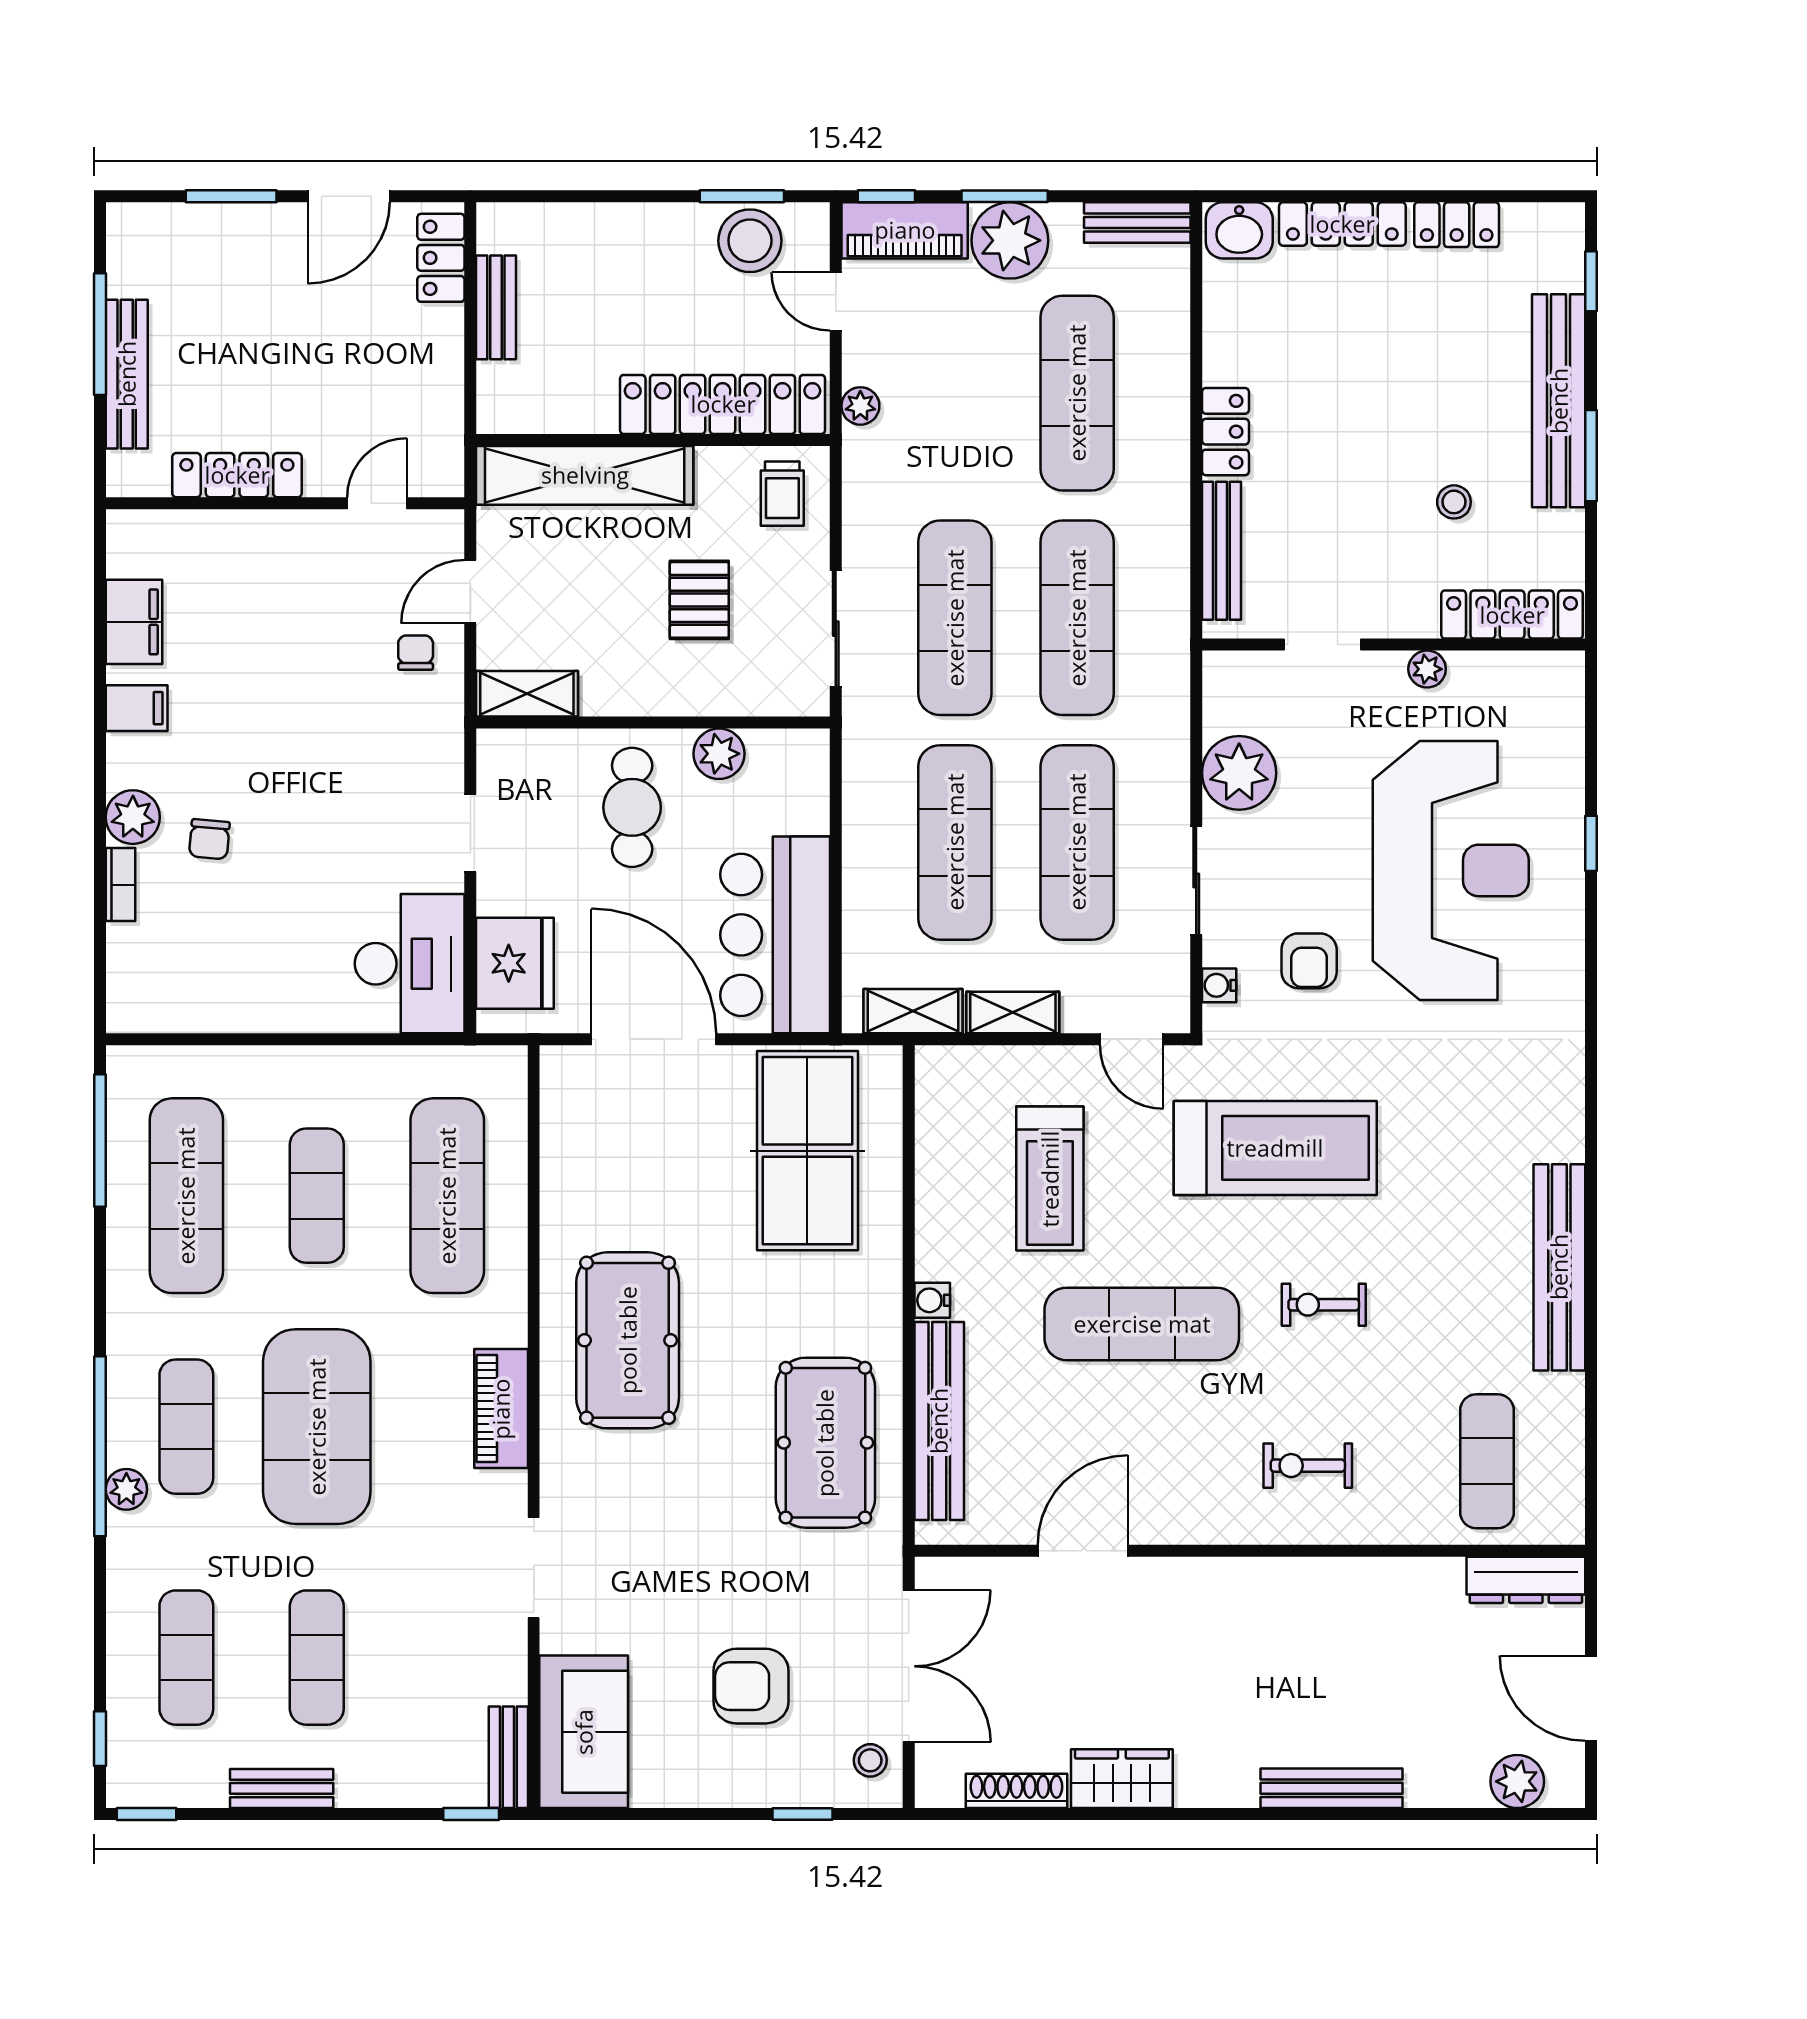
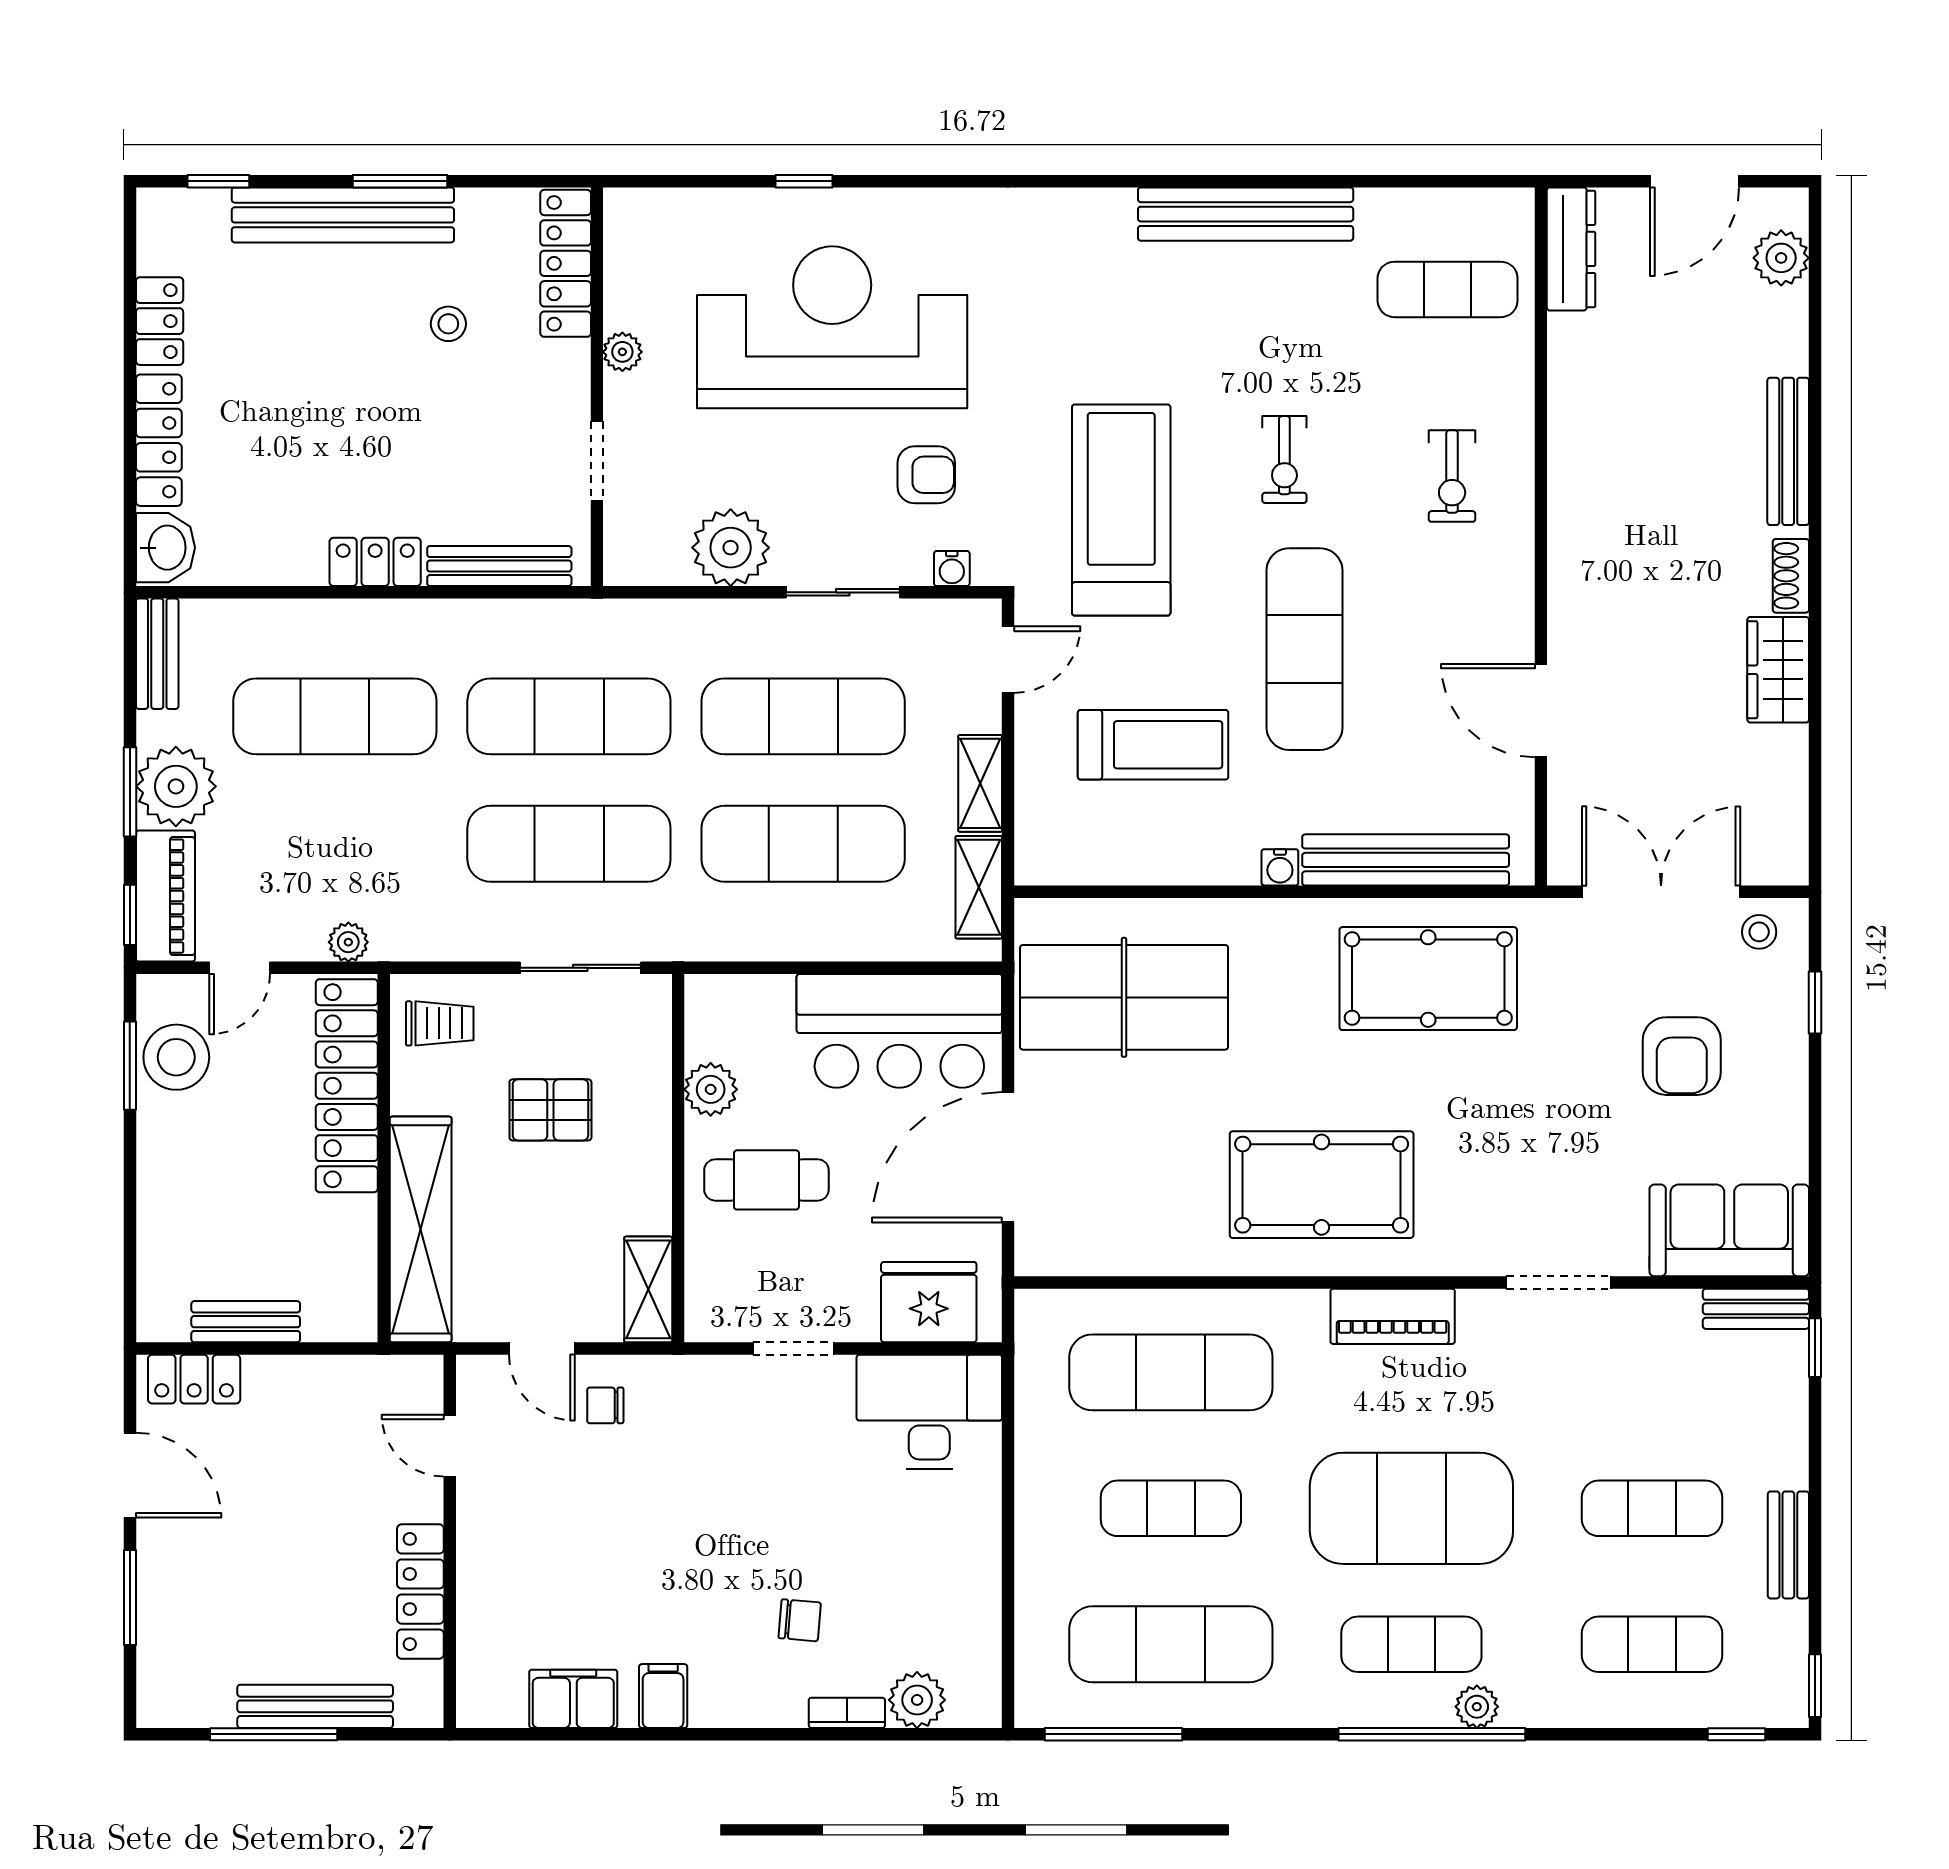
plant: (133, 817) -> (917, 1700), moved
shoe rack: (1016, 1791) -> (1791, 576), moved, width x0.70

